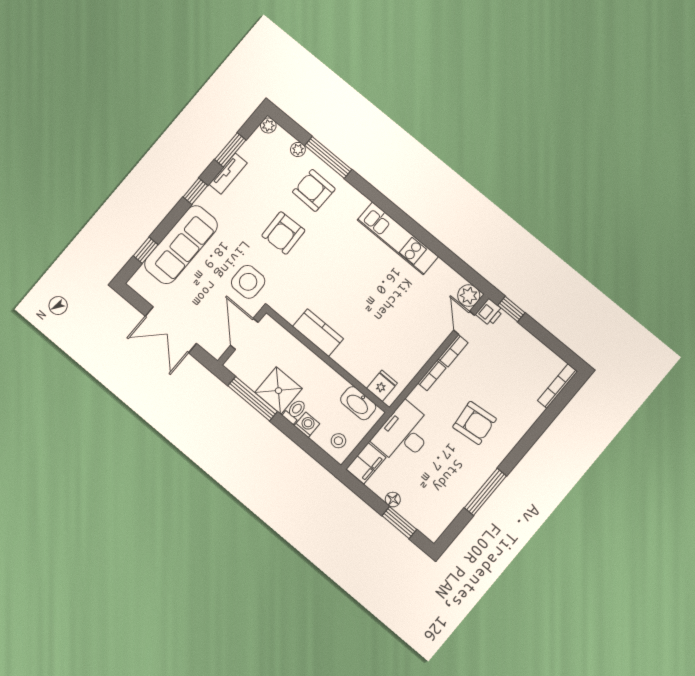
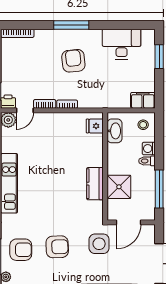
armchair: (314, 190) -> (21, 250), turned -91
shower: (279, 391) -> (119, 187), moved
desk: (404, 434) -> (122, 44), moved, turned 180
window: (485, 492) -> (71, 25), moved
floor lamp: (393, 500) -> (150, 70), removed

